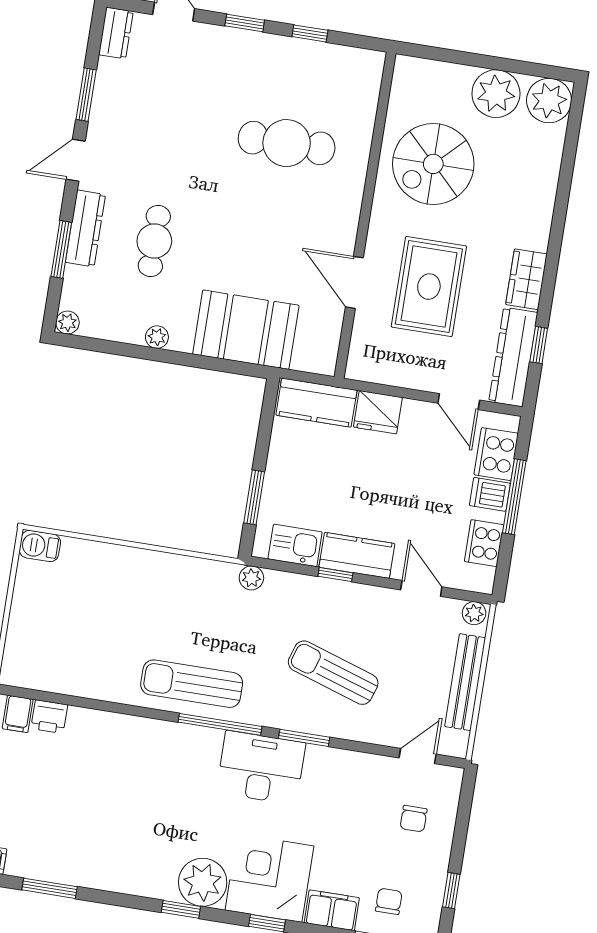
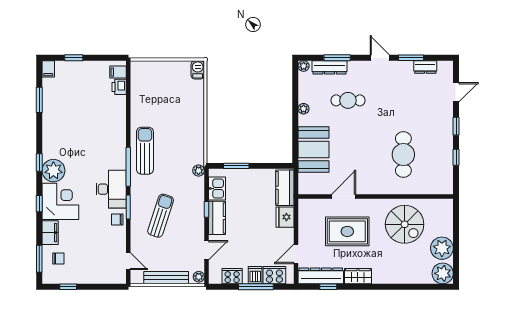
dresser: (116, 33) -> (425, 67), moved
spiral stairs: (433, 164) -> (405, 224), turned 180
dresser: (85, 228) -> (330, 67), moved
chair: (414, 819) -> (117, 220), moved

